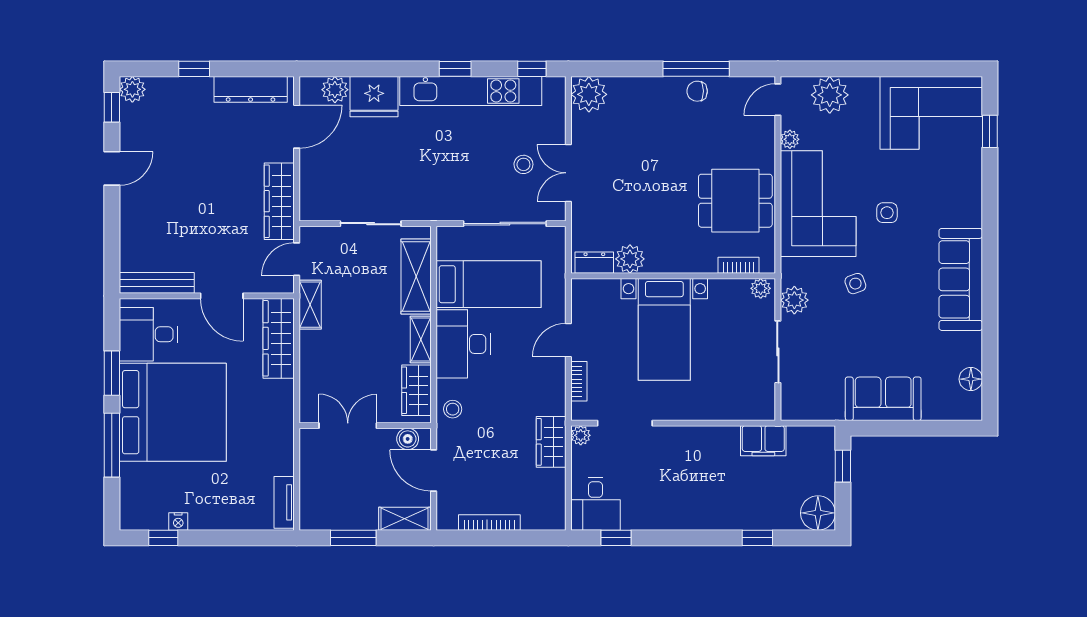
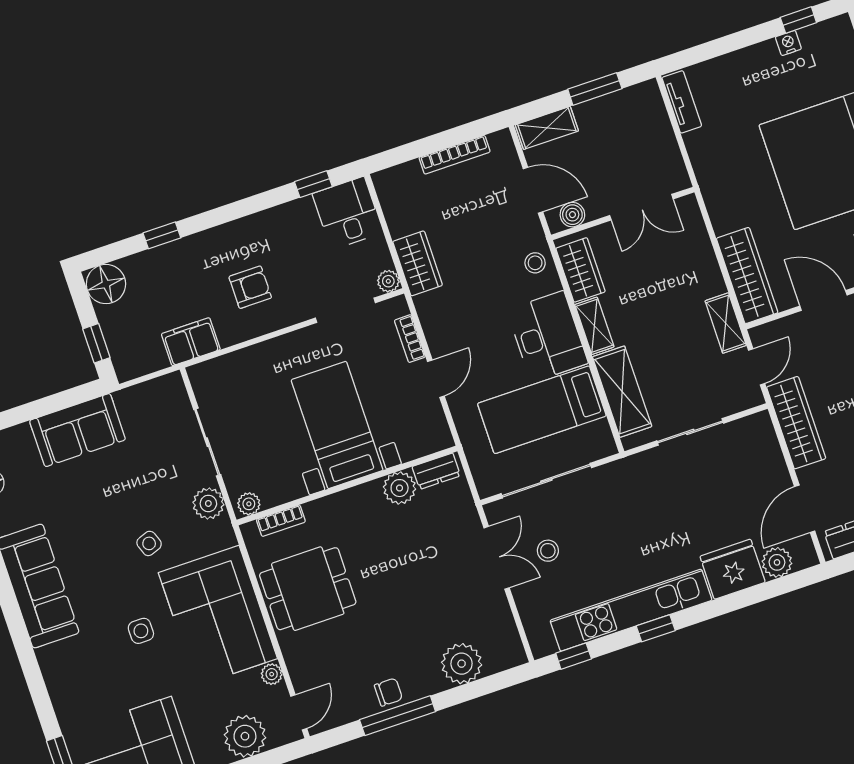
plant: (589, 94) -> (462, 664), moved
armchair: (698, 469) -> (250, 287), added

